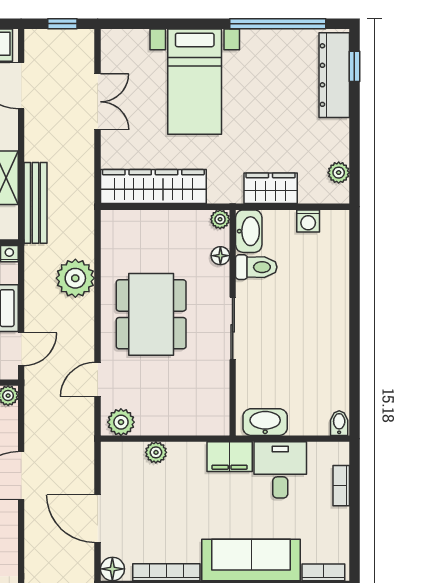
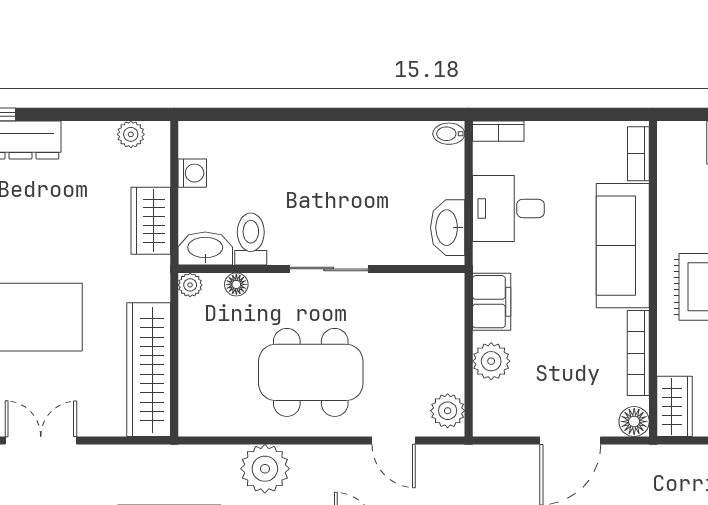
plant: (156, 452) -> (491, 361), width x1.38, depth x1.38
filing cabinet: (230, 457) -> (492, 302), moved
bookcase: (341, 486) -> (498, 131), moved

